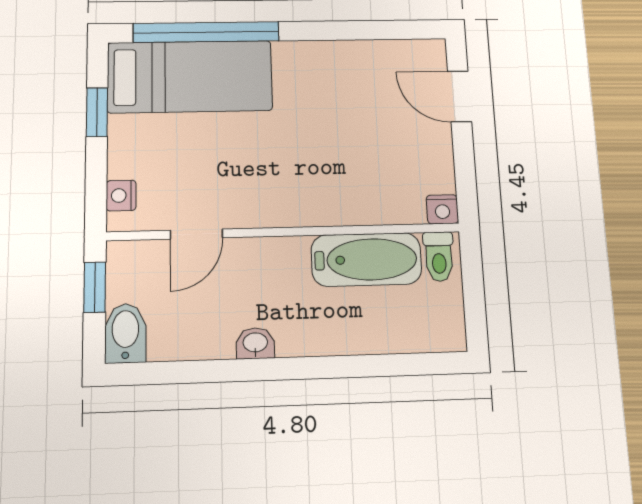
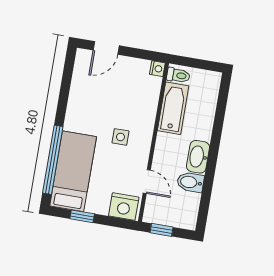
side table: (282, 160) -> (121, 137), added
nightstand: (121, 195) -> (124, 207), width x1.89, depth x1.79
bidet: (125, 333) -> (190, 182), moved
washbasin: (255, 343) -> (198, 157), width x1.91, depth x1.45

